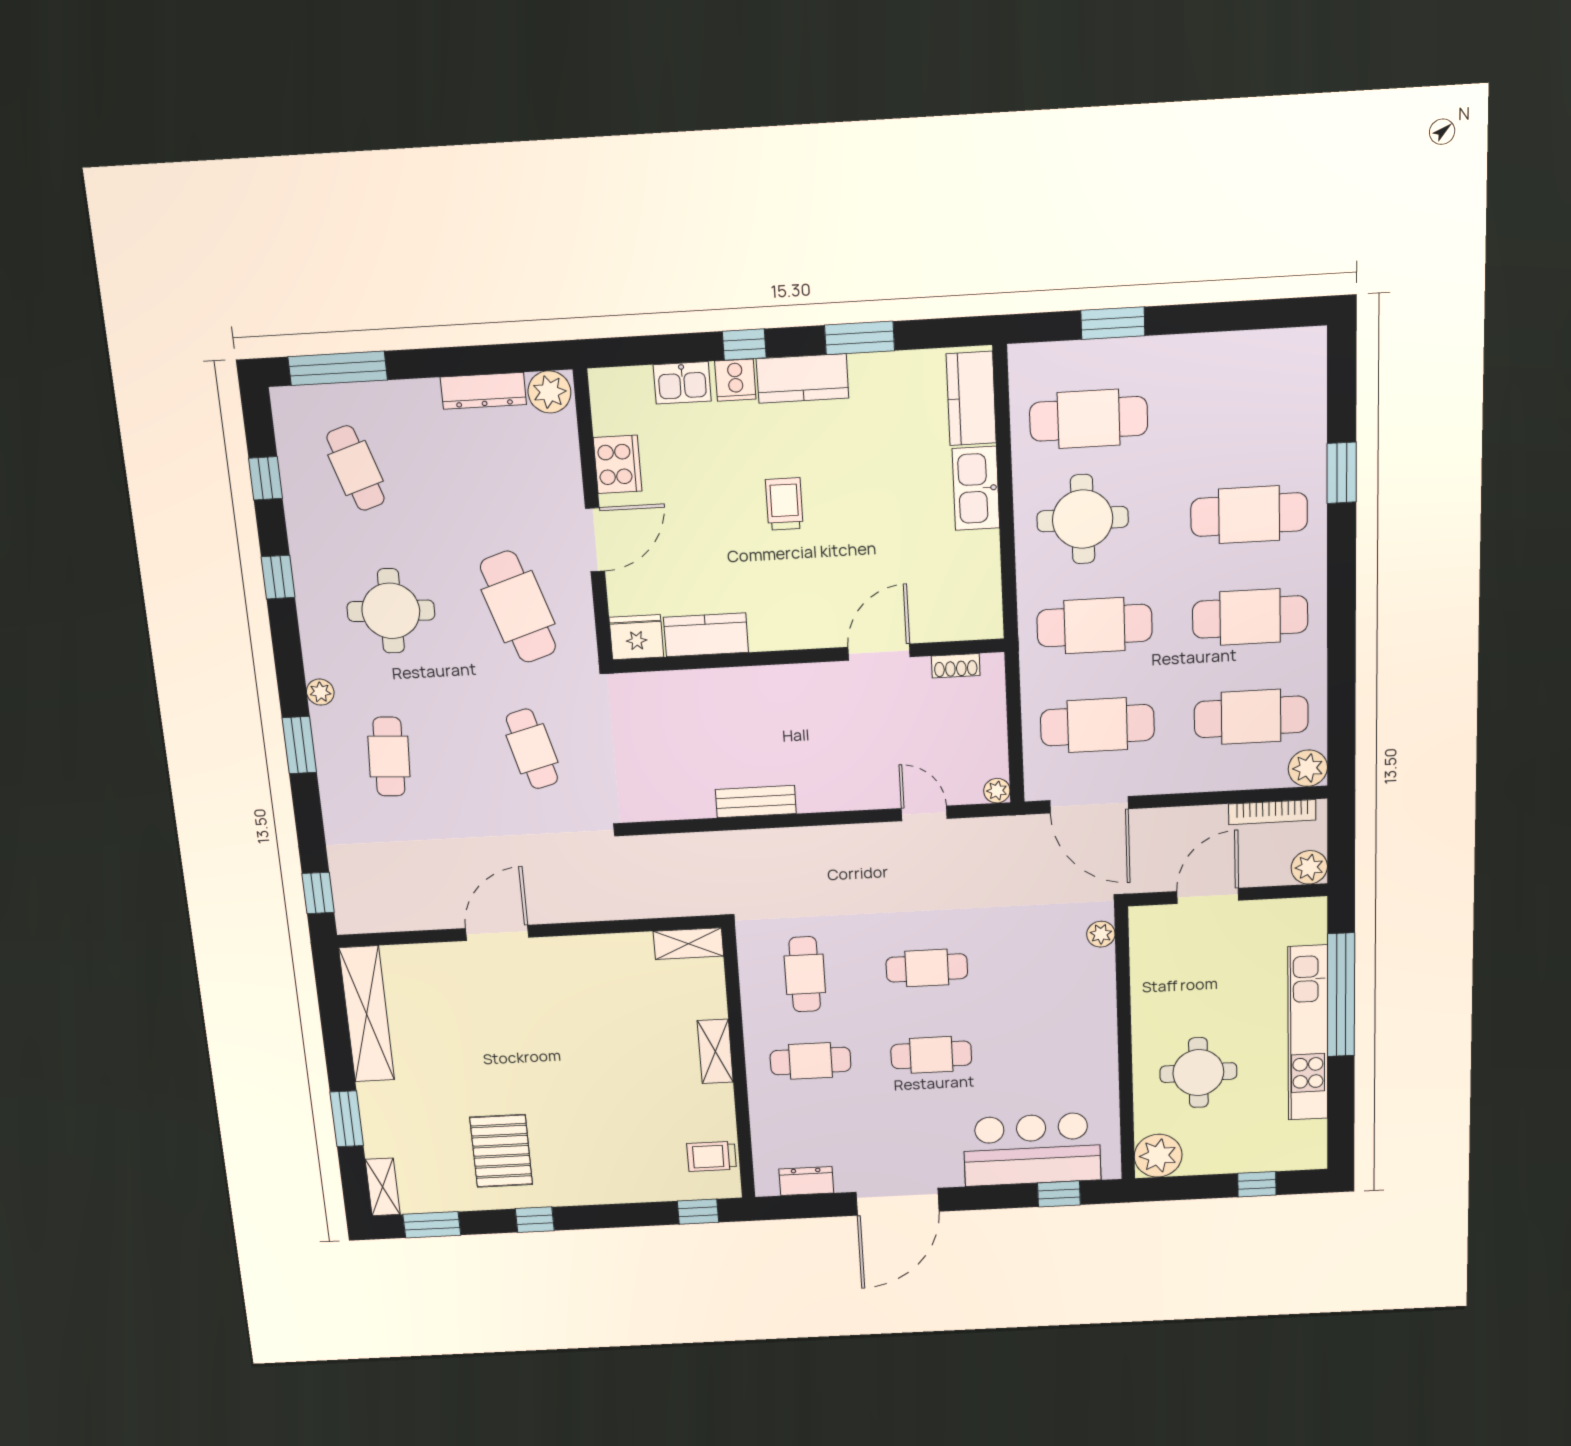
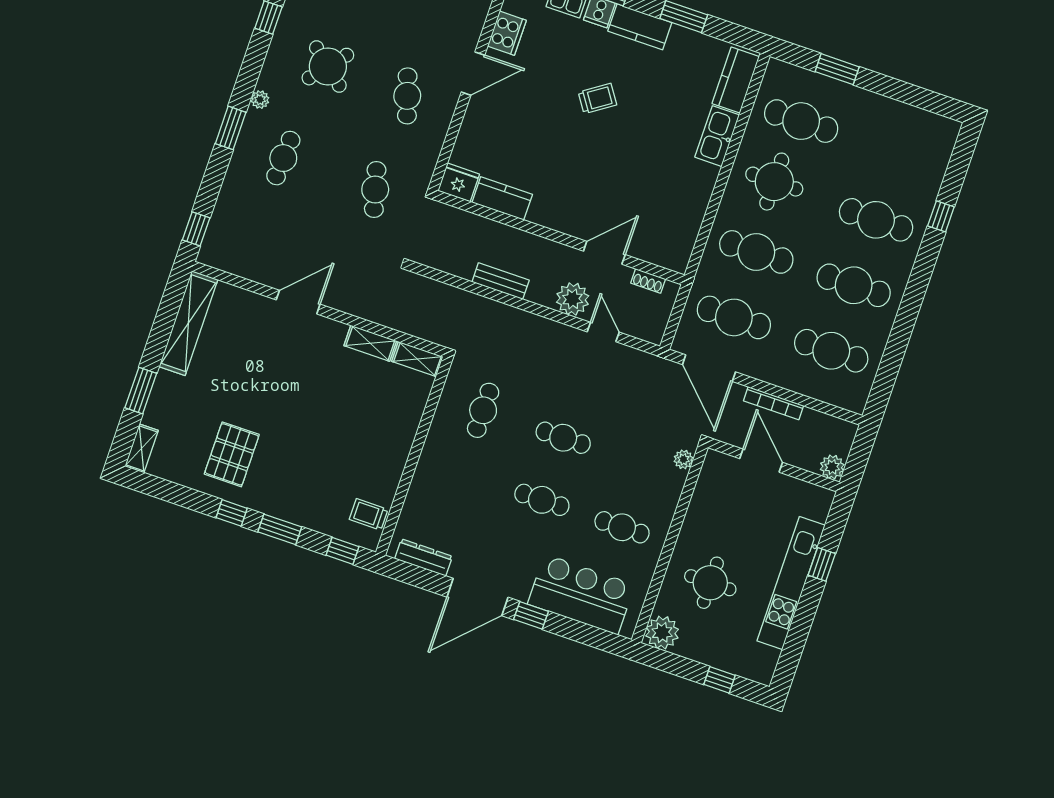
window: (1342, 473) -> (941, 216), width x0.67
trolley: (784, 504) -> (597, 98), turned 56
cafe table: (518, 607) -> (407, 96), width x0.73, depth x0.74
round table: (391, 611) -> (328, 67), turned 38
kitchen counter: (706, 635) -> (502, 198), moved
fridge: (636, 637) -> (459, 182), moved
door: (879, 652) -> (604, 253), moved
wall: (808, 656) -> (560, 238), moved
shoe rack: (956, 666) -> (648, 281), moved
plant: (1308, 768) -> (855, 399), removed
plant: (997, 791) -> (573, 299), moved, width x1.88, depth x1.88
bookcase: (1272, 812) -> (773, 403), moved
door: (1208, 896) -> (761, 461), hinge flipped
window: (1341, 995) -> (822, 564), width x0.32
shelving: (715, 1051) -> (370, 343), moved, turned 90
cafe table: (810, 1061) -> (622, 527), moved
dresser: (806, 1181) -> (424, 557), width x1.44
window: (1059, 1194) -> (531, 615), moved
window: (432, 1225) -> (280, 529), moved

